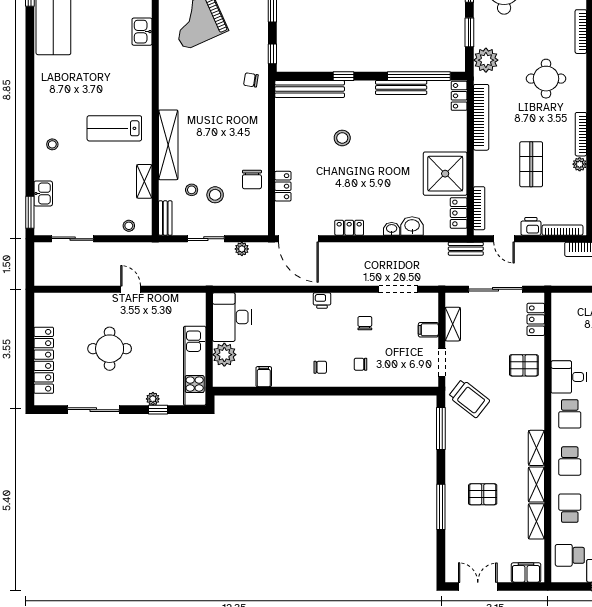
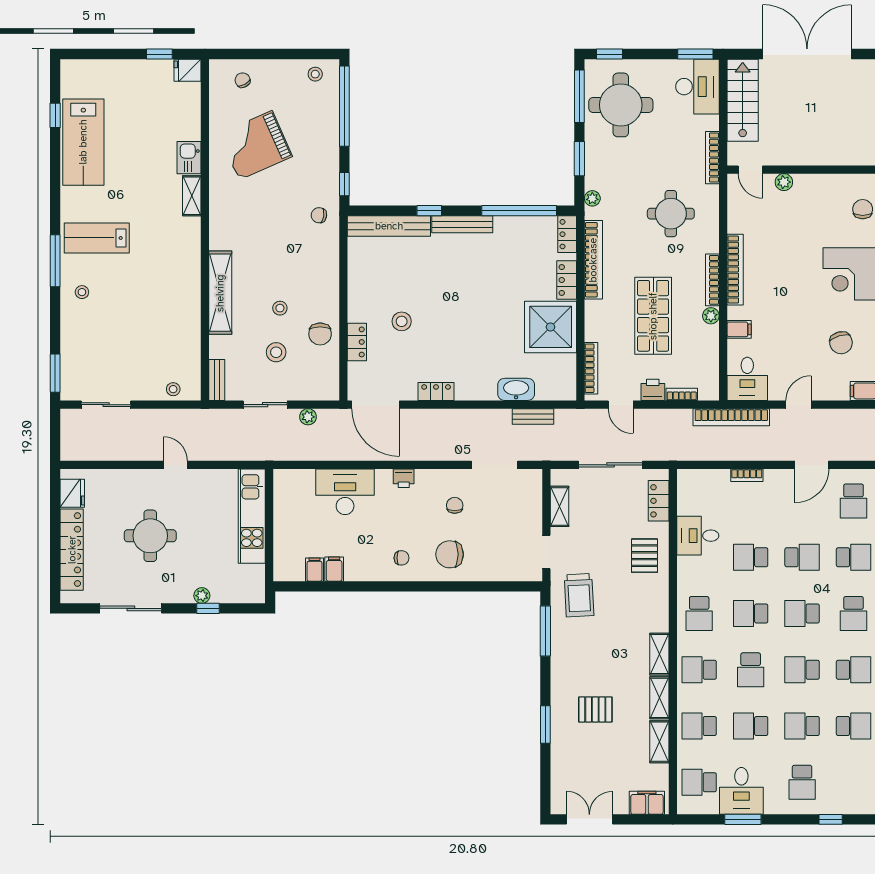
plant: (486, 60) -> (592, 198), width x0.53, depth x0.53
bench: (401, 87) -> (462, 224), moved
window: (30, 118) -> (55, 261), added
lab bench: (114, 128) -> (97, 238), moved
stool: (342, 138) -> (402, 321), moved
shop shelf: (531, 164) -> (653, 316), width x1.43, depth x1.36
shelving: (144, 181) -> (192, 196), moved
stool: (192, 190) -> (280, 308), moved
kitchen sink: (43, 194) -> (71, 351), removed
locker: (459, 213) -> (567, 280), moved
washbasin: (412, 226) -> (516, 389), width x1.38
washbasin: (392, 229) -> (487, 393), removed
bookcase: (562, 230) -> (682, 394), width x0.64
bench: (466, 249) -> (533, 416), moved
fridge: (44, 313) -> (72, 493), added
desk: (232, 317) -> (345, 492), moved, turned 90
filing cabinet: (428, 330) -> (314, 570), moved, turned 90
plant: (224, 355) -> (287, 543), removed
chair: (360, 364) -> (450, 554), width x1.87, depth x1.87
pallet: (524, 365) -> (644, 556), turned 90
kitchen unit: (195, 366) -> (252, 516), moved
desk: (569, 377) -> (698, 536), moved
trolley: (469, 399) -> (579, 595), turned 49
school desk: (570, 461) -> (699, 670), turned 90
window: (441, 507) -> (545, 724), width x0.69
school desk: (570, 508) -> (699, 726), turned -90

